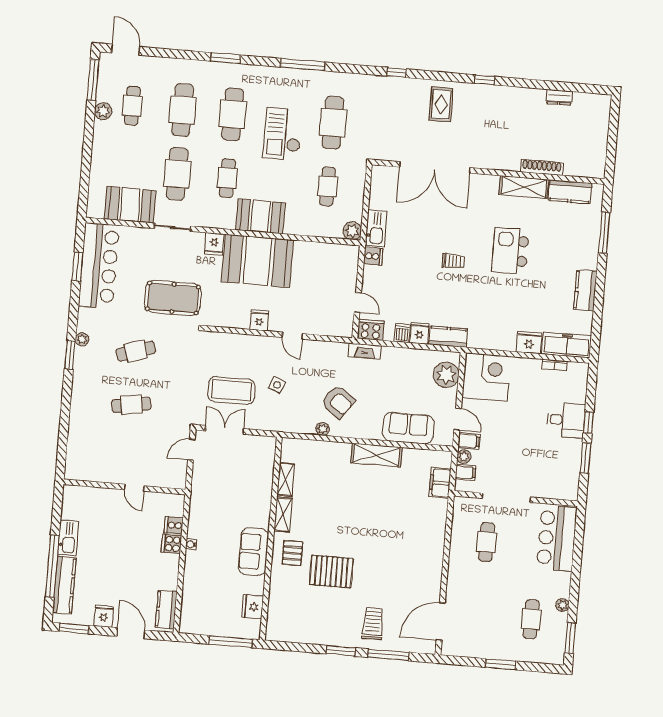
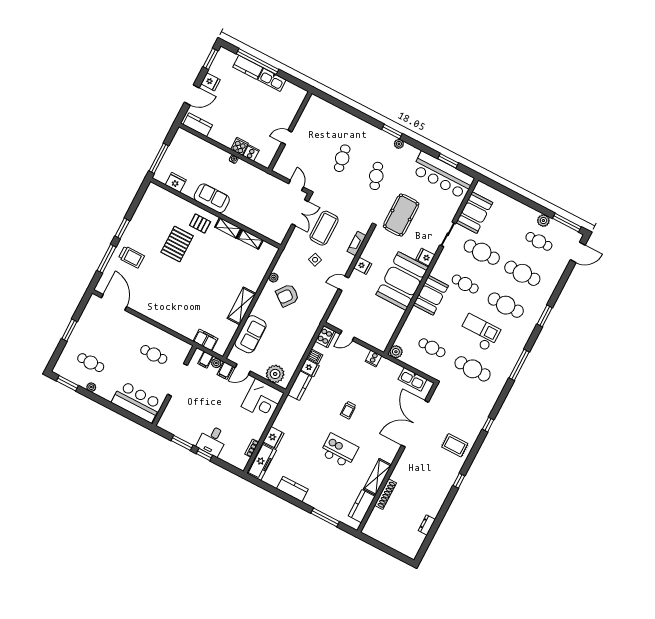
kitchen sink: (376, 228) -> (413, 379), moved
fireplace: (365, 351) -> (357, 244), moved
kitchen counter: (64, 585) -> (248, 67), width x0.67

